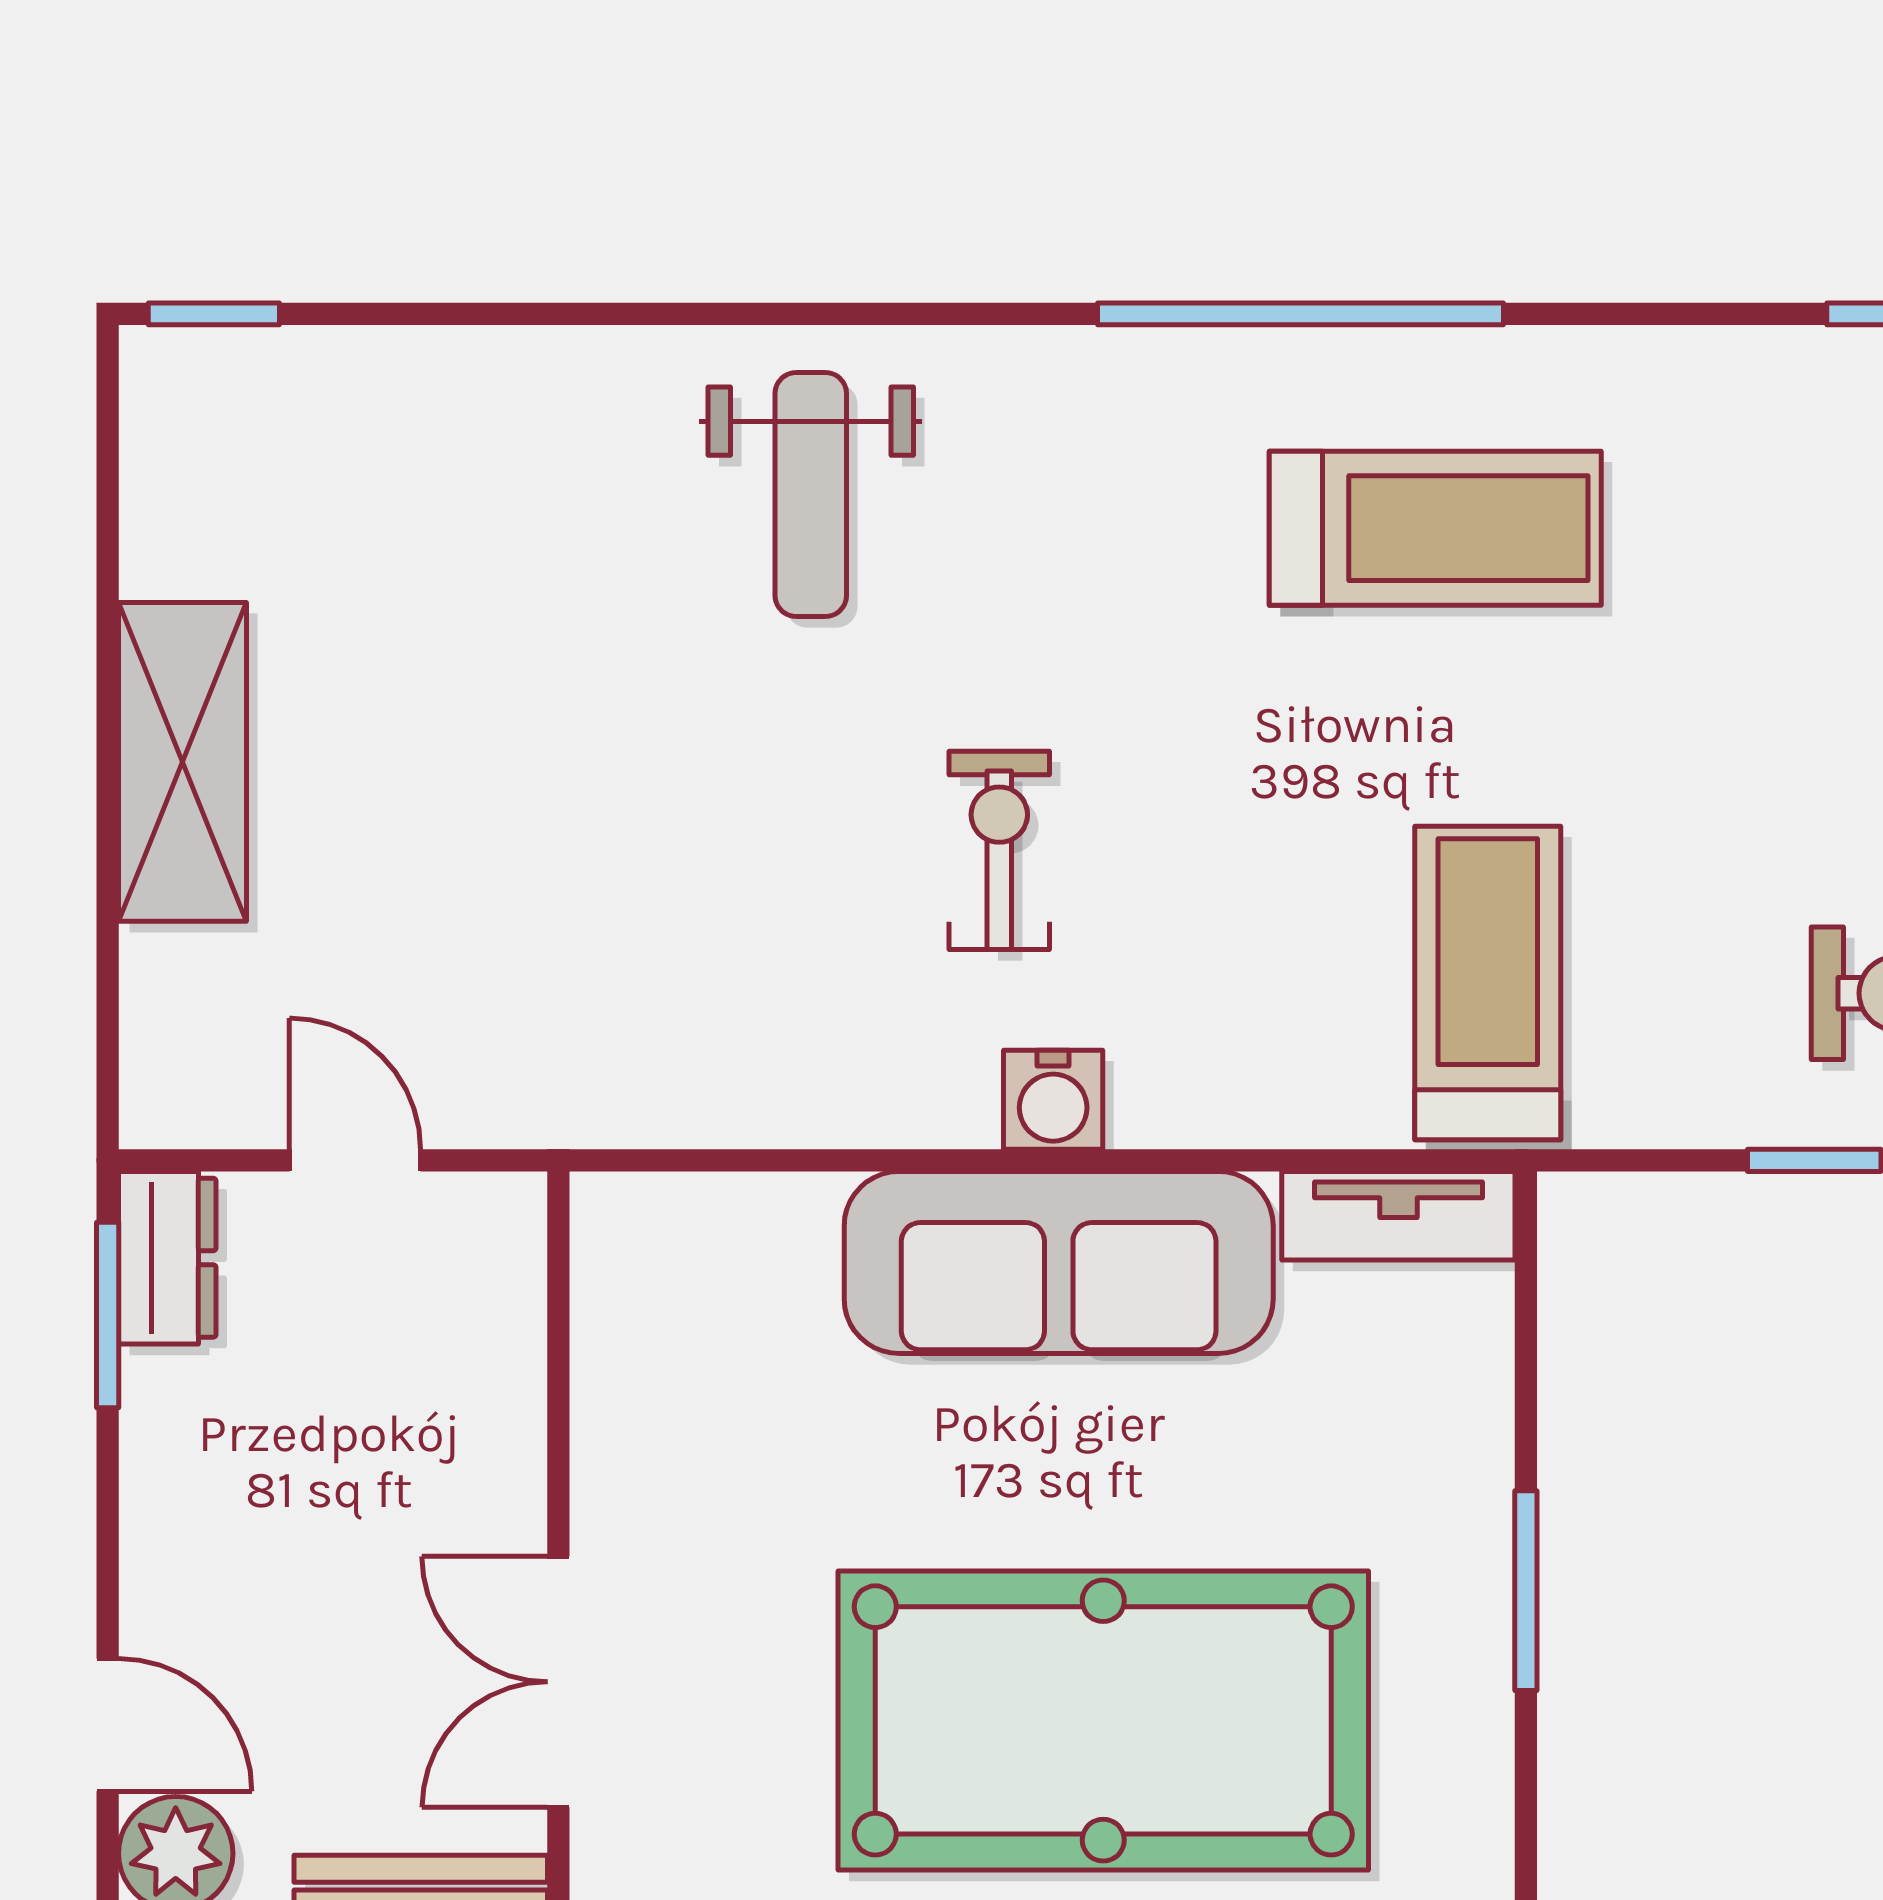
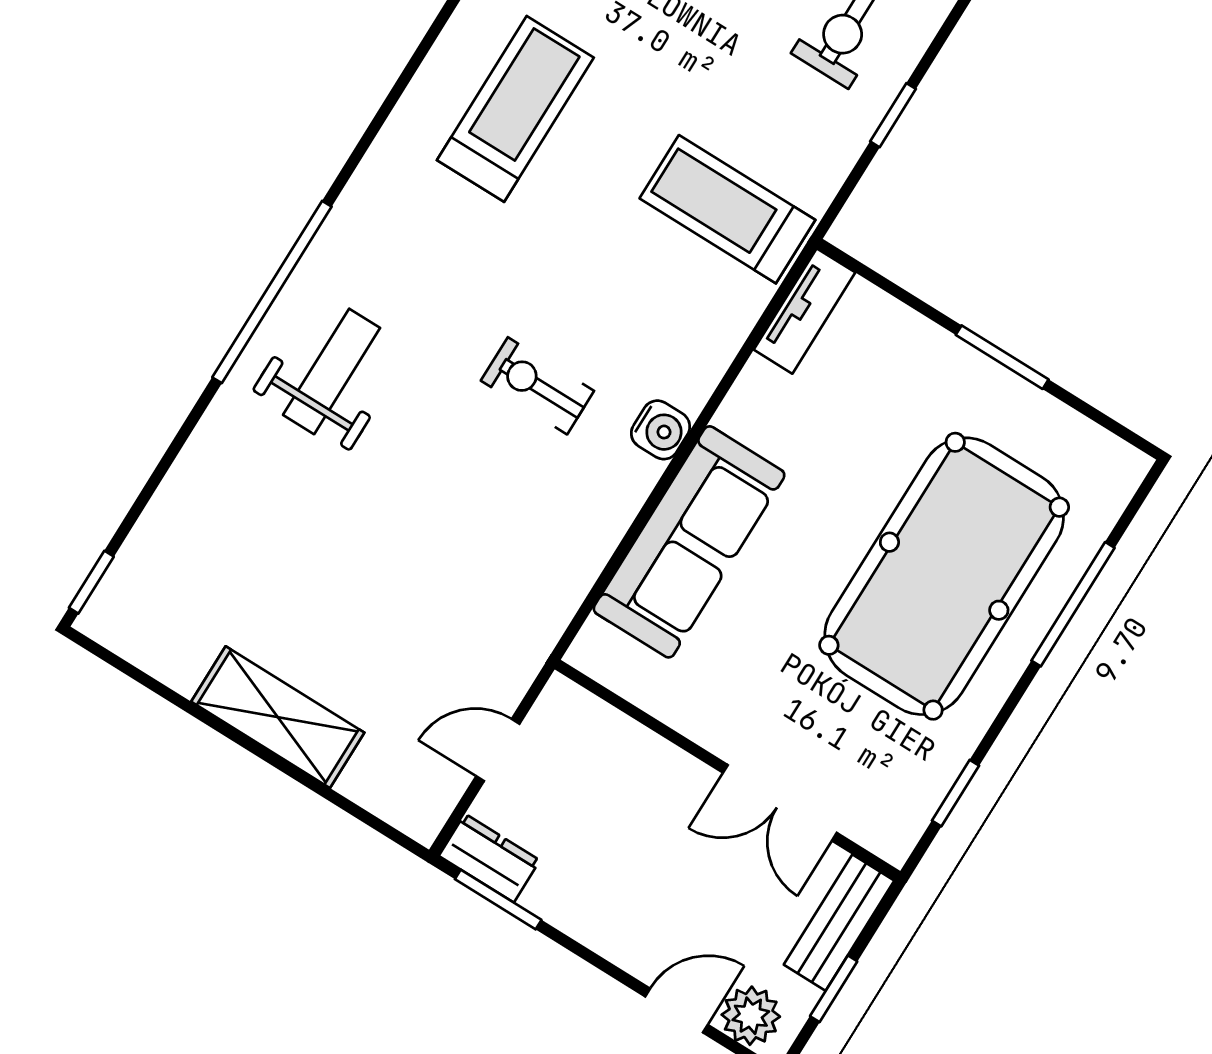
window: (1301, 314) -> (272, 292), moved
weight bench: (811, 495) -> (332, 371), turned -90
sofa: (1059, 1262) -> (689, 542), moved

